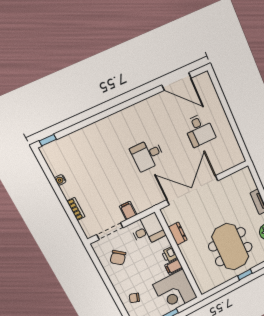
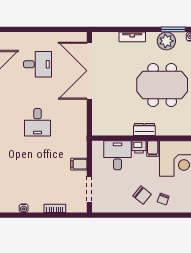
double door: (193, 190) -> (89, 71), moved
desk: (148, 230) -> (118, 155), moved
dresser: (178, 234) -> (144, 129), moved
chair: (118, 258) -> (142, 195), moved

